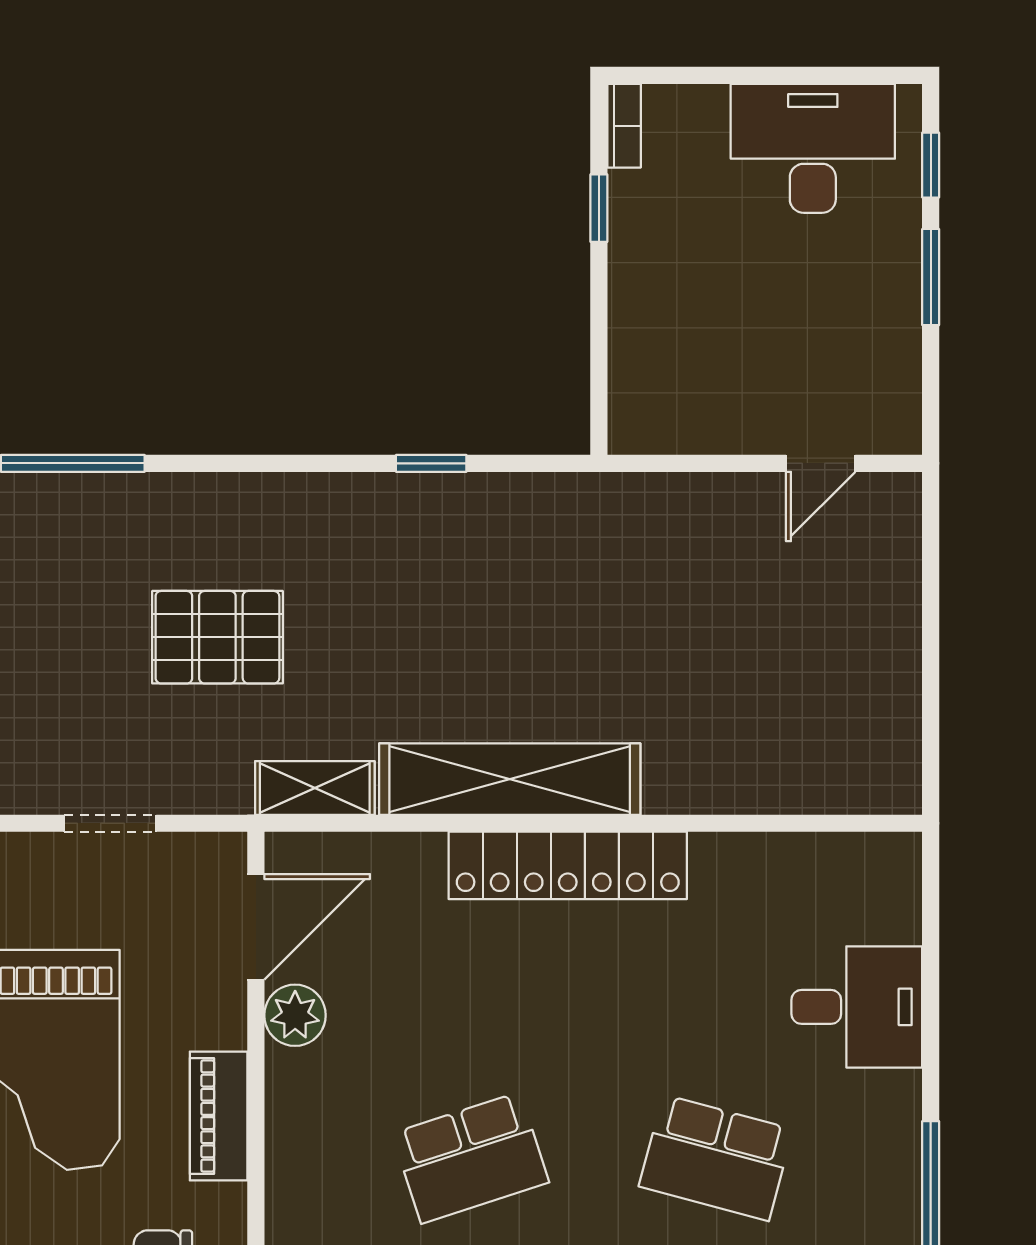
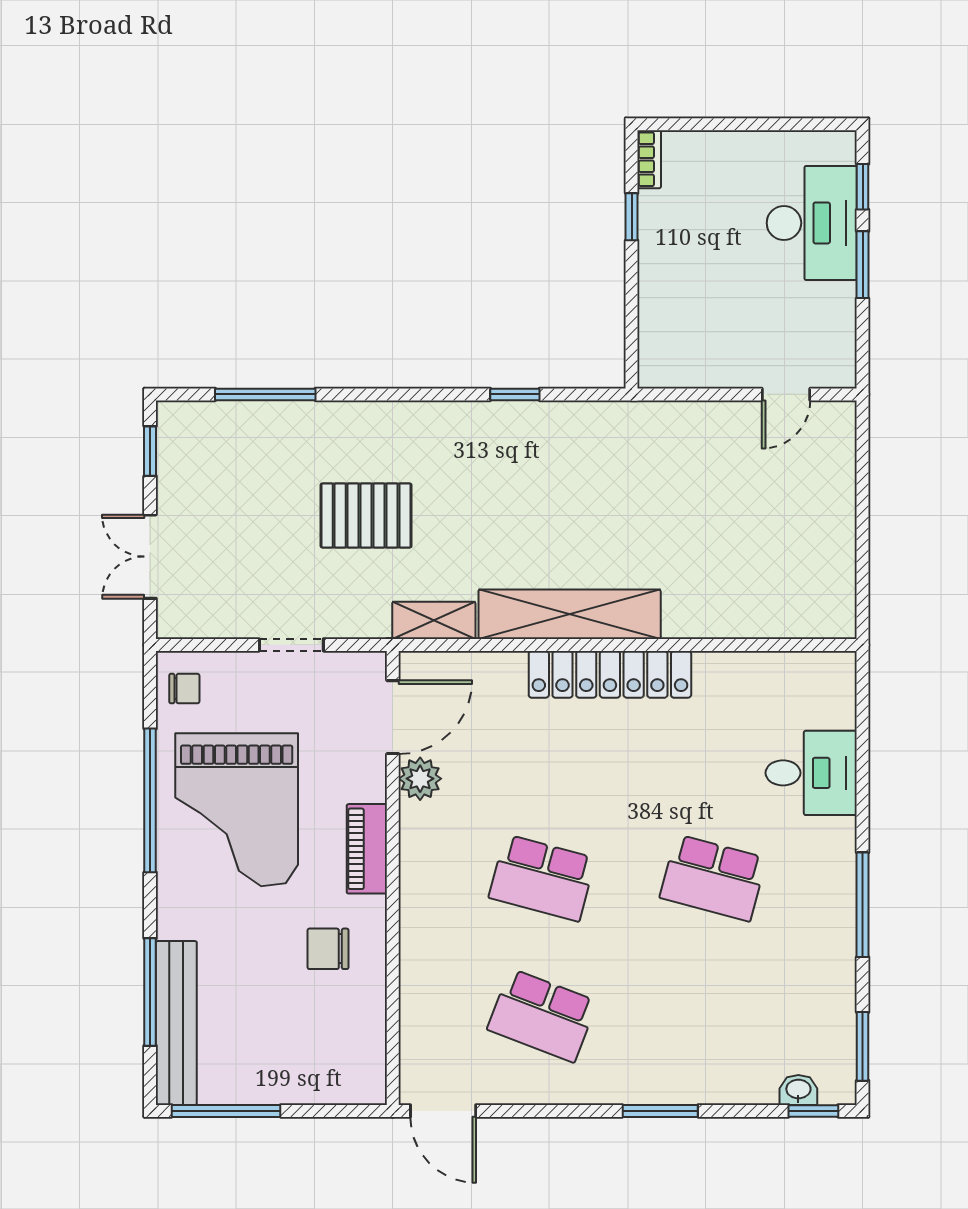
desk: (813, 148) -> (812, 223), moved, turned 90
school desk: (471, 1158) -> (542, 878), turned 33

